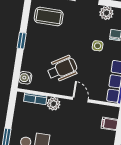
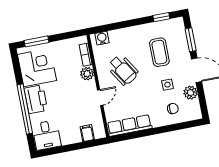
coffee table: (49, 16) -> (159, 52), moved
window: (22, 41) -> (161, 17), moved
side table: (98, 46) -> (167, 85), moved

